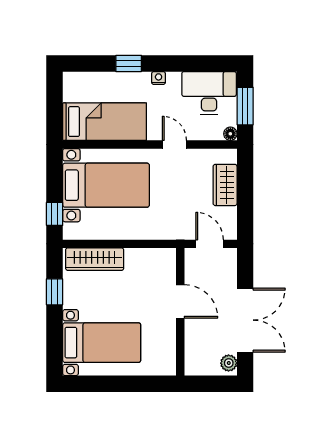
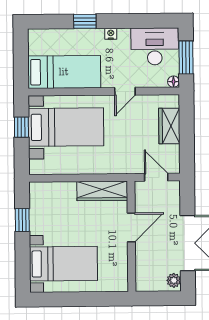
door: (174, 144) -> (125, 91), swing flipped
window: (55, 214) -> (21, 127), moved
wardrobe: (95, 259) -> (102, 191), moved
door: (180, 301) -> (131, 227), hinge flipped

